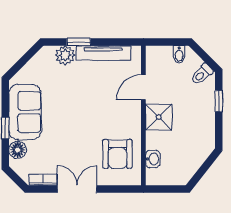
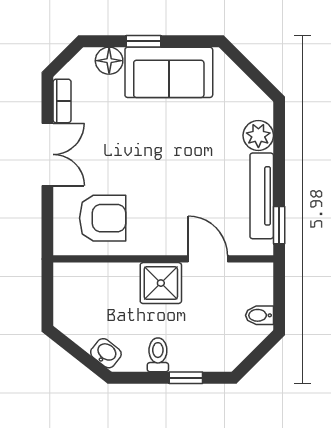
window: (79, 42) -> (279, 225), moved
toilet: (202, 74) -> (158, 355), moved, turned 45
armchair: (118, 154) -> (103, 218), turned 180
washbasin: (153, 159) -> (106, 353), moved, turned -142

